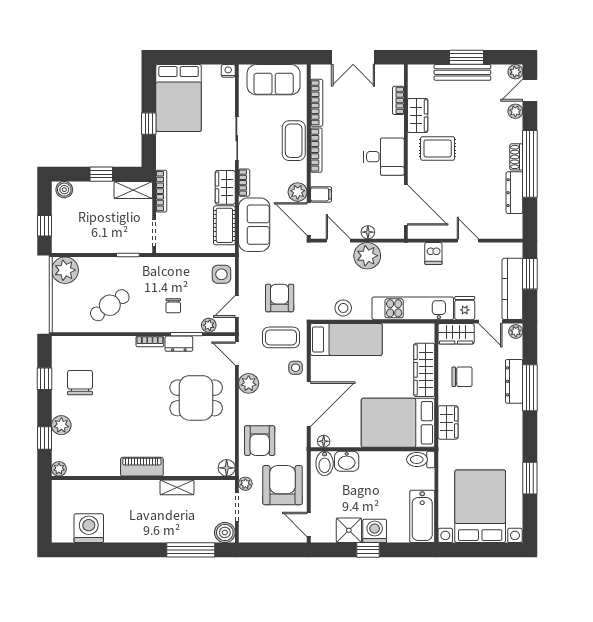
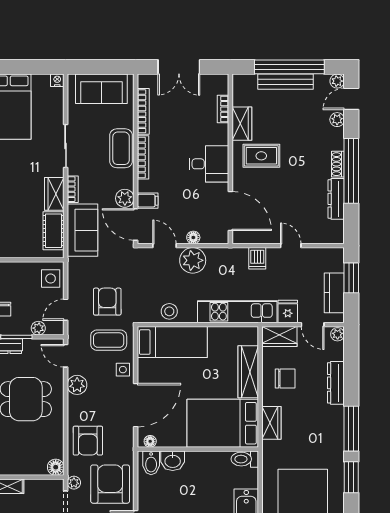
window: (466, 57) -> (289, 67), width x2.11
kitchen counter: (512, 289) -> (334, 293), width x0.67
window: (530, 388) -> (351, 429), moved

